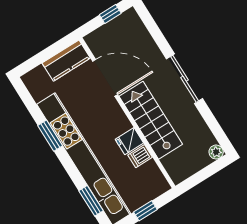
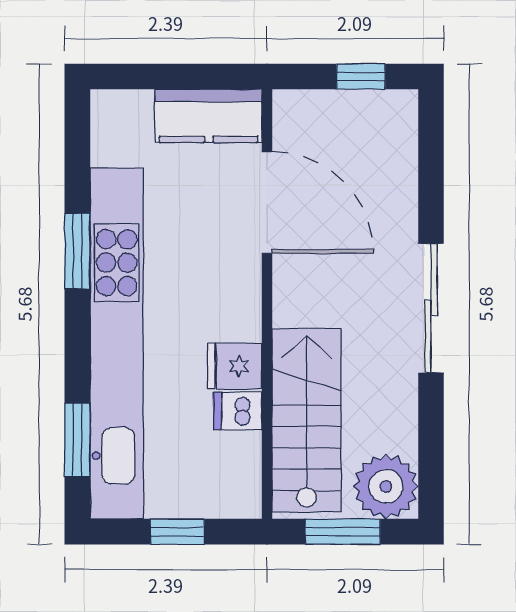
stairs: (151, 120) -> (307, 420), moved
plant: (216, 152) -> (386, 487), width x1.87, depth x1.87
window: (202, 175) -> (343, 532), added

